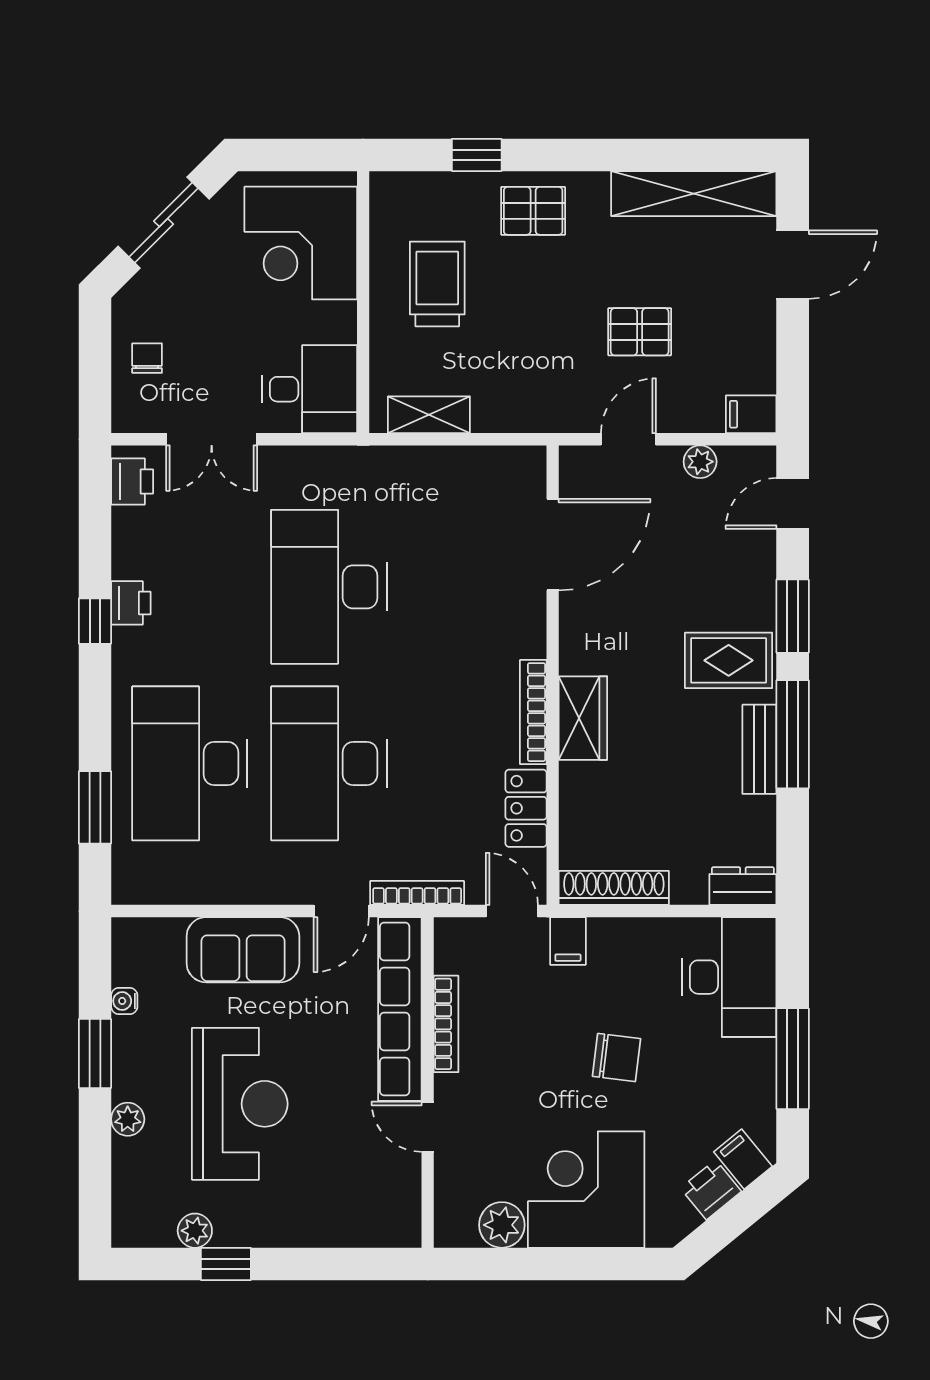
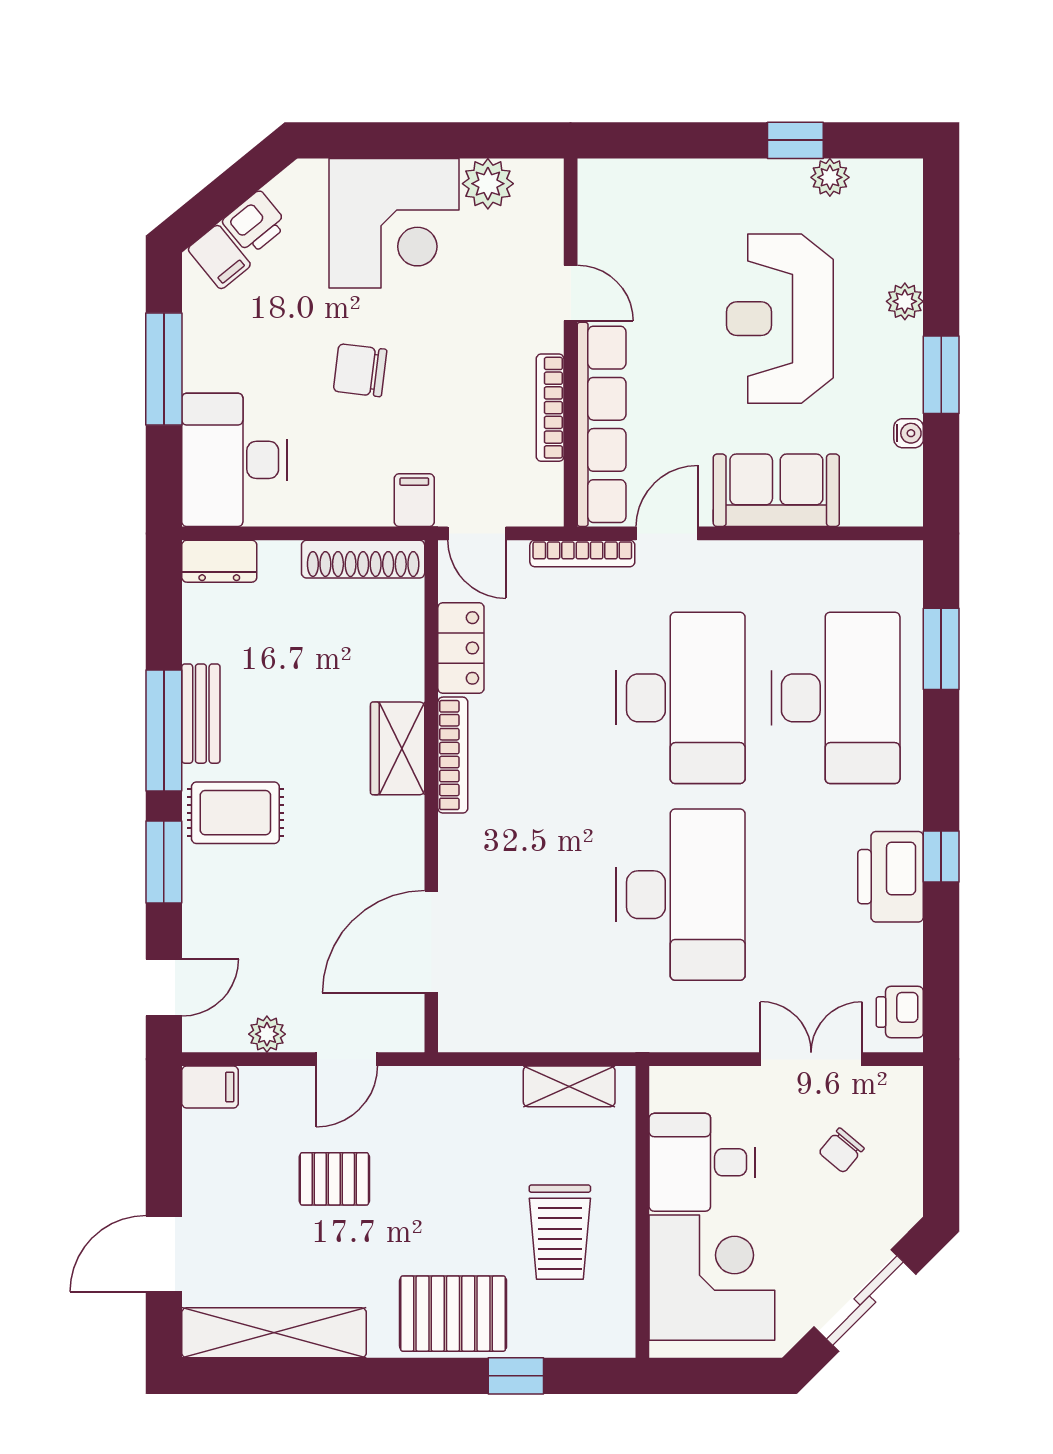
pallet: (533, 211) -> (453, 1314), width x1.50, depth x1.42
chair: (147, 358) -> (841, 1150), moved, turned 40
desk: (310, 389) -> (702, 1162), moved
printer: (131, 603) -> (891, 877), width x1.87, depth x1.48

